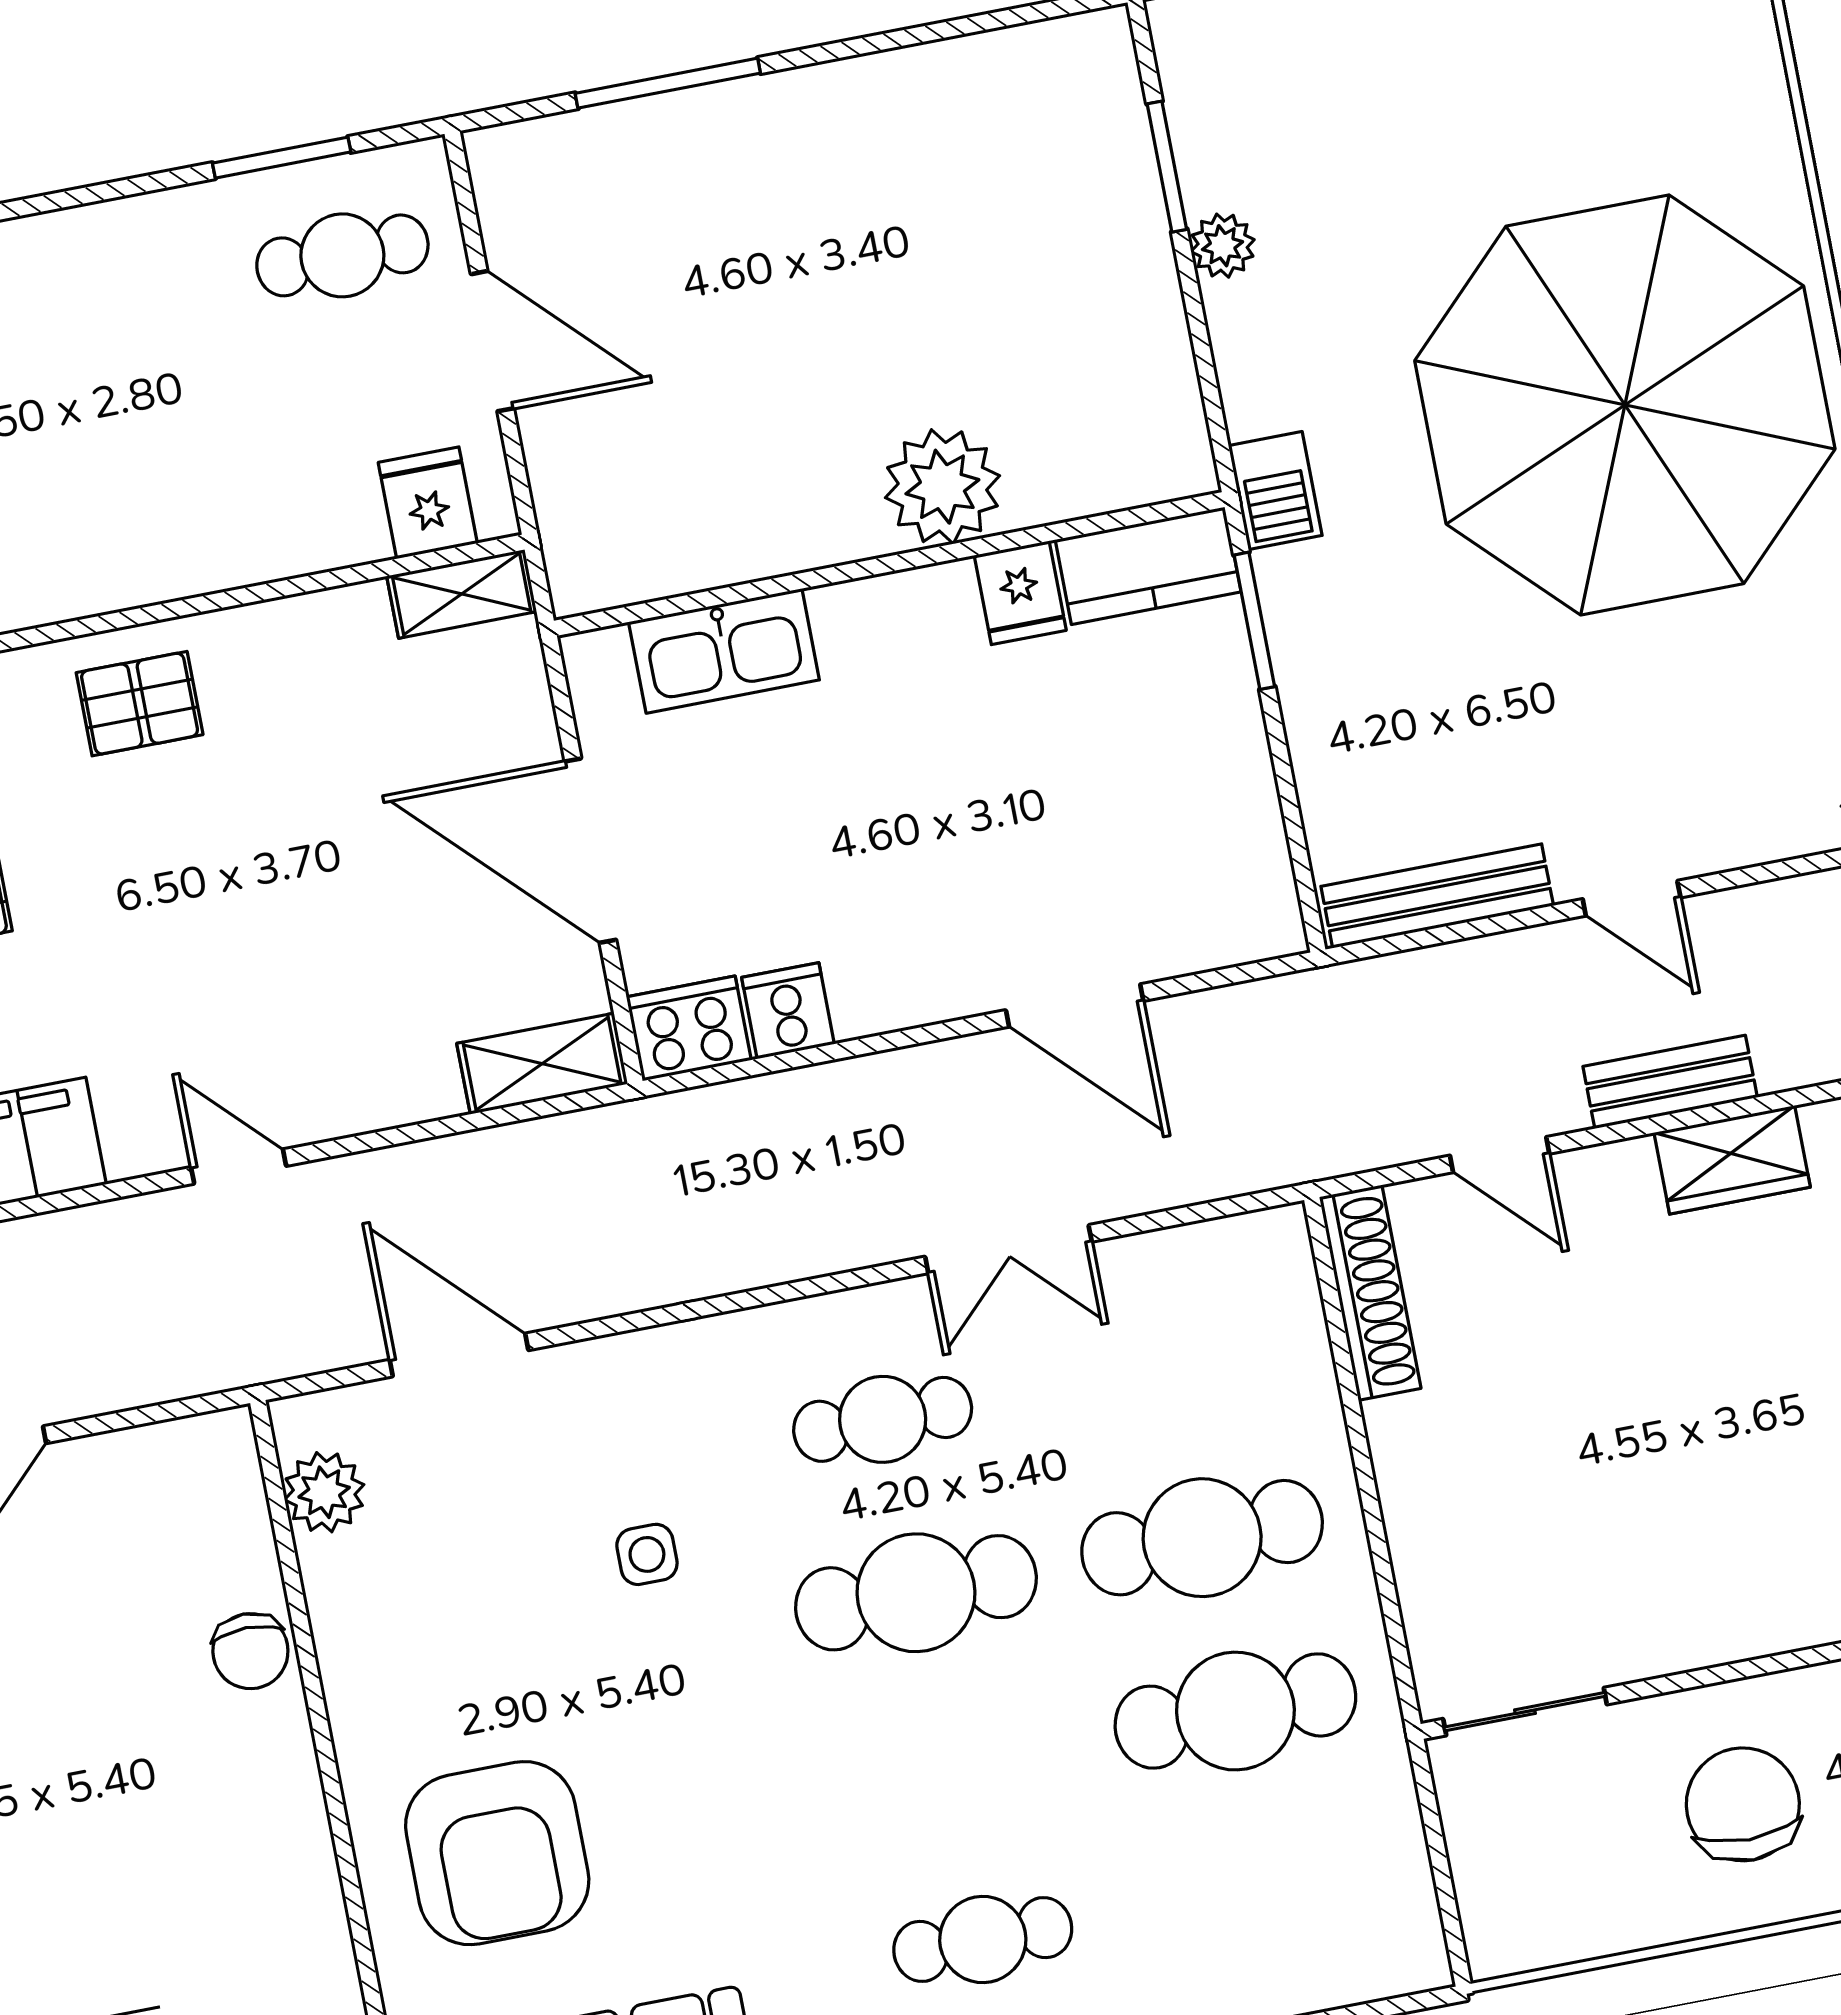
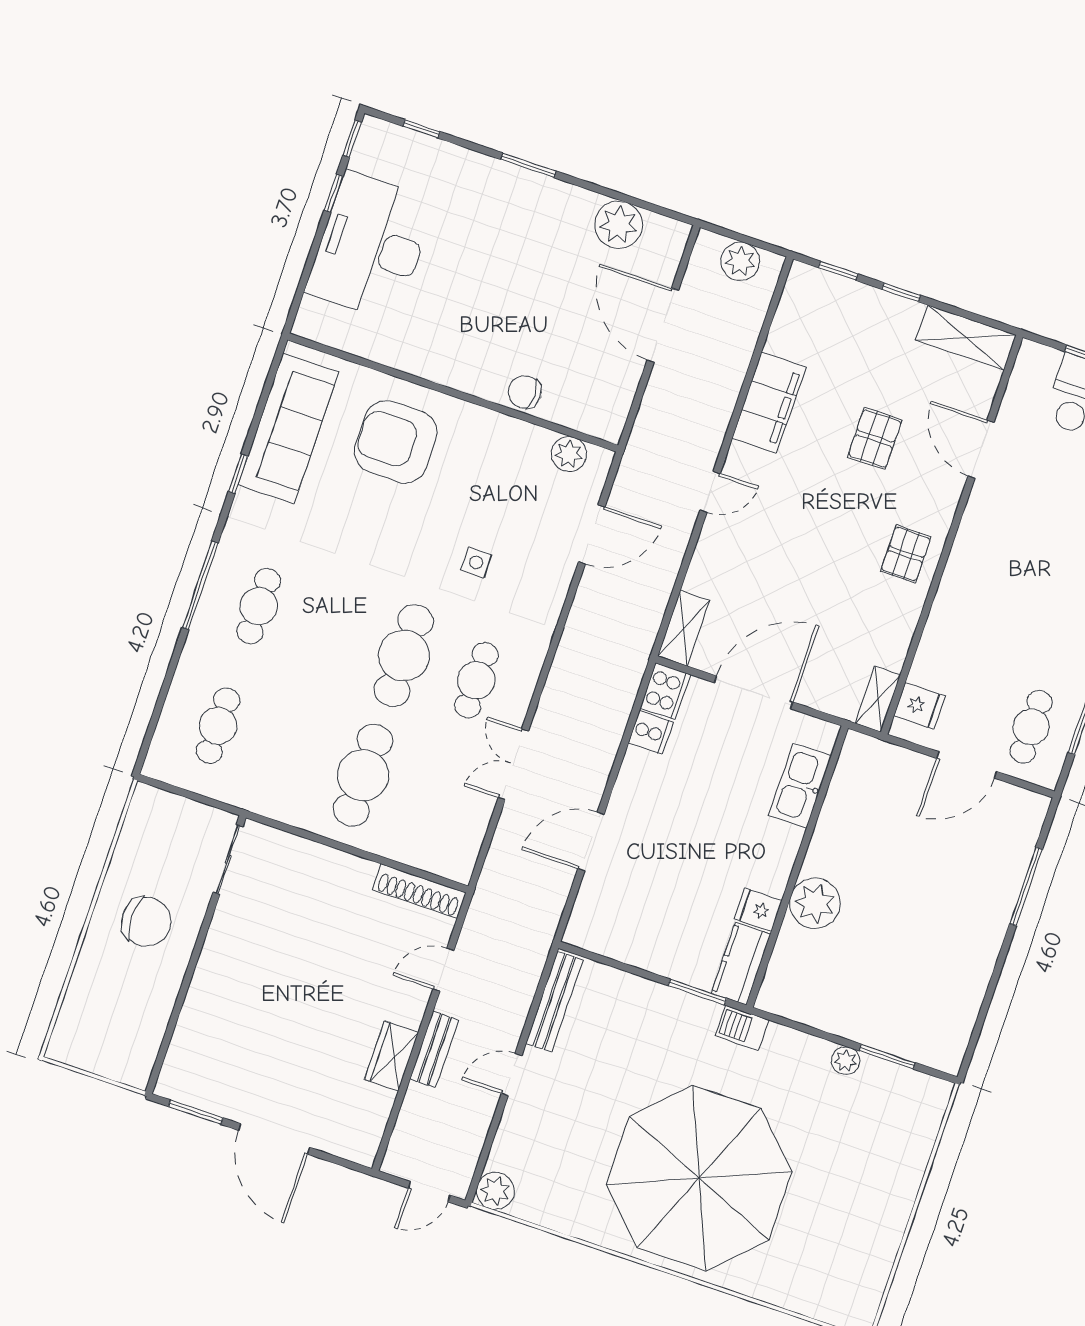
cafe table: (1235, 1711) -> (218, 726), moved, width x0.73, depth x0.74

